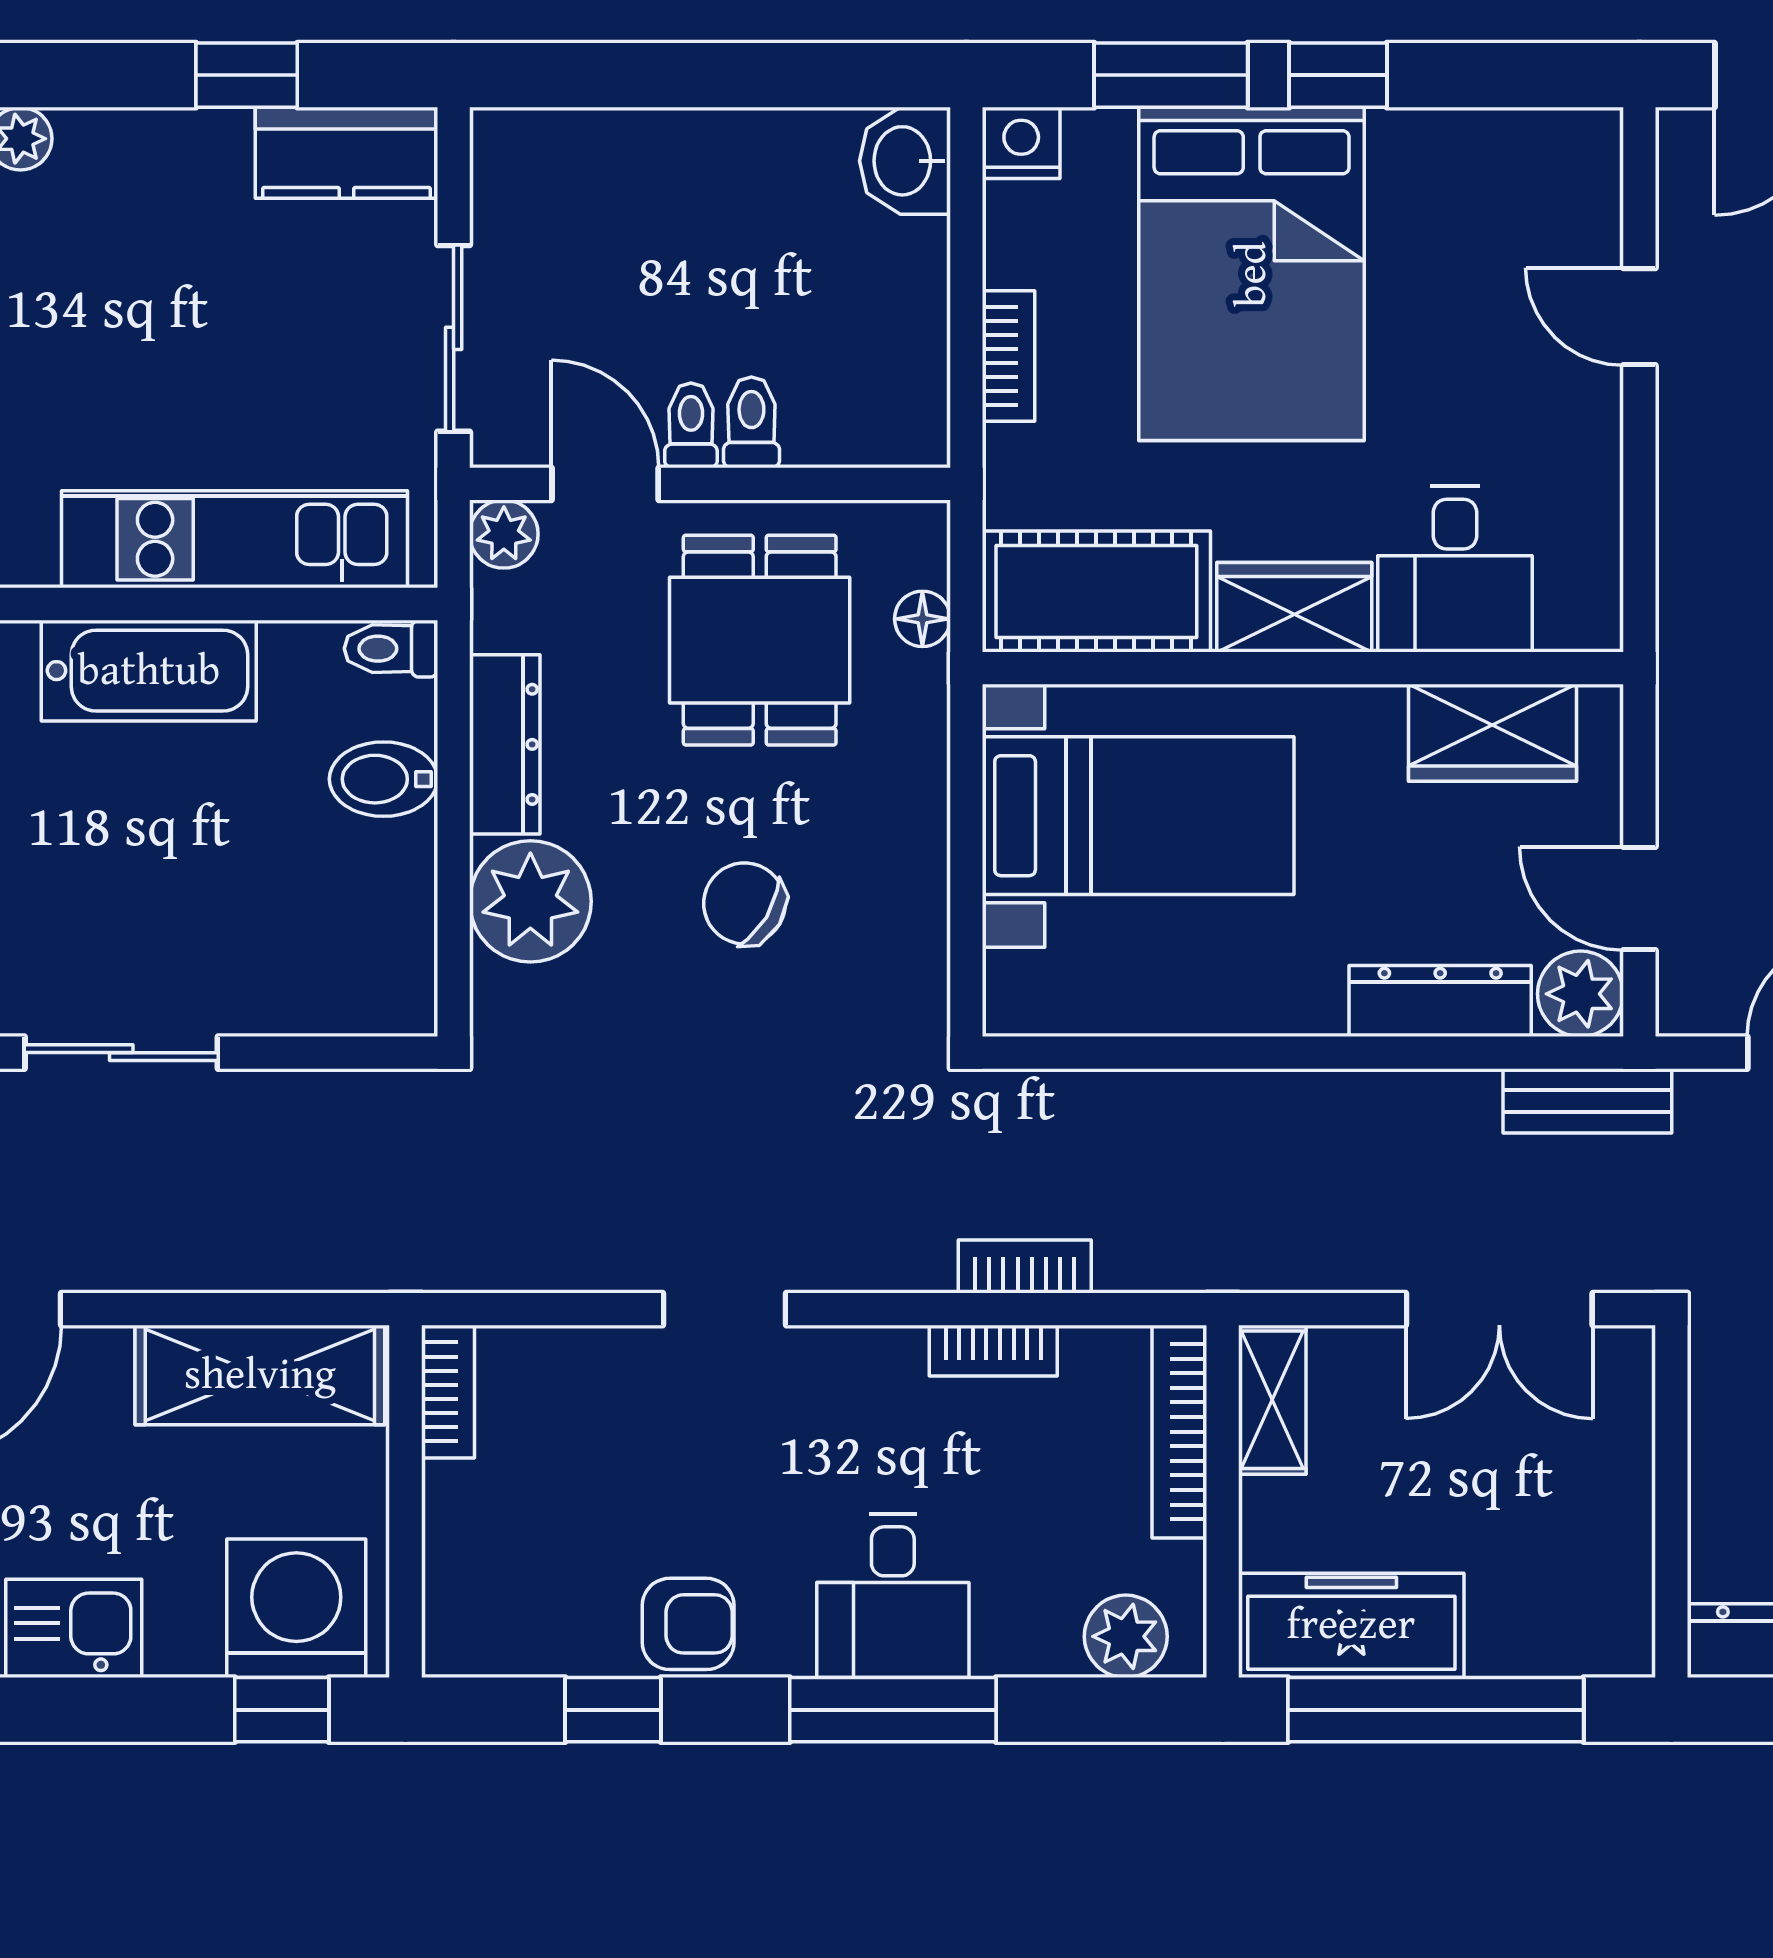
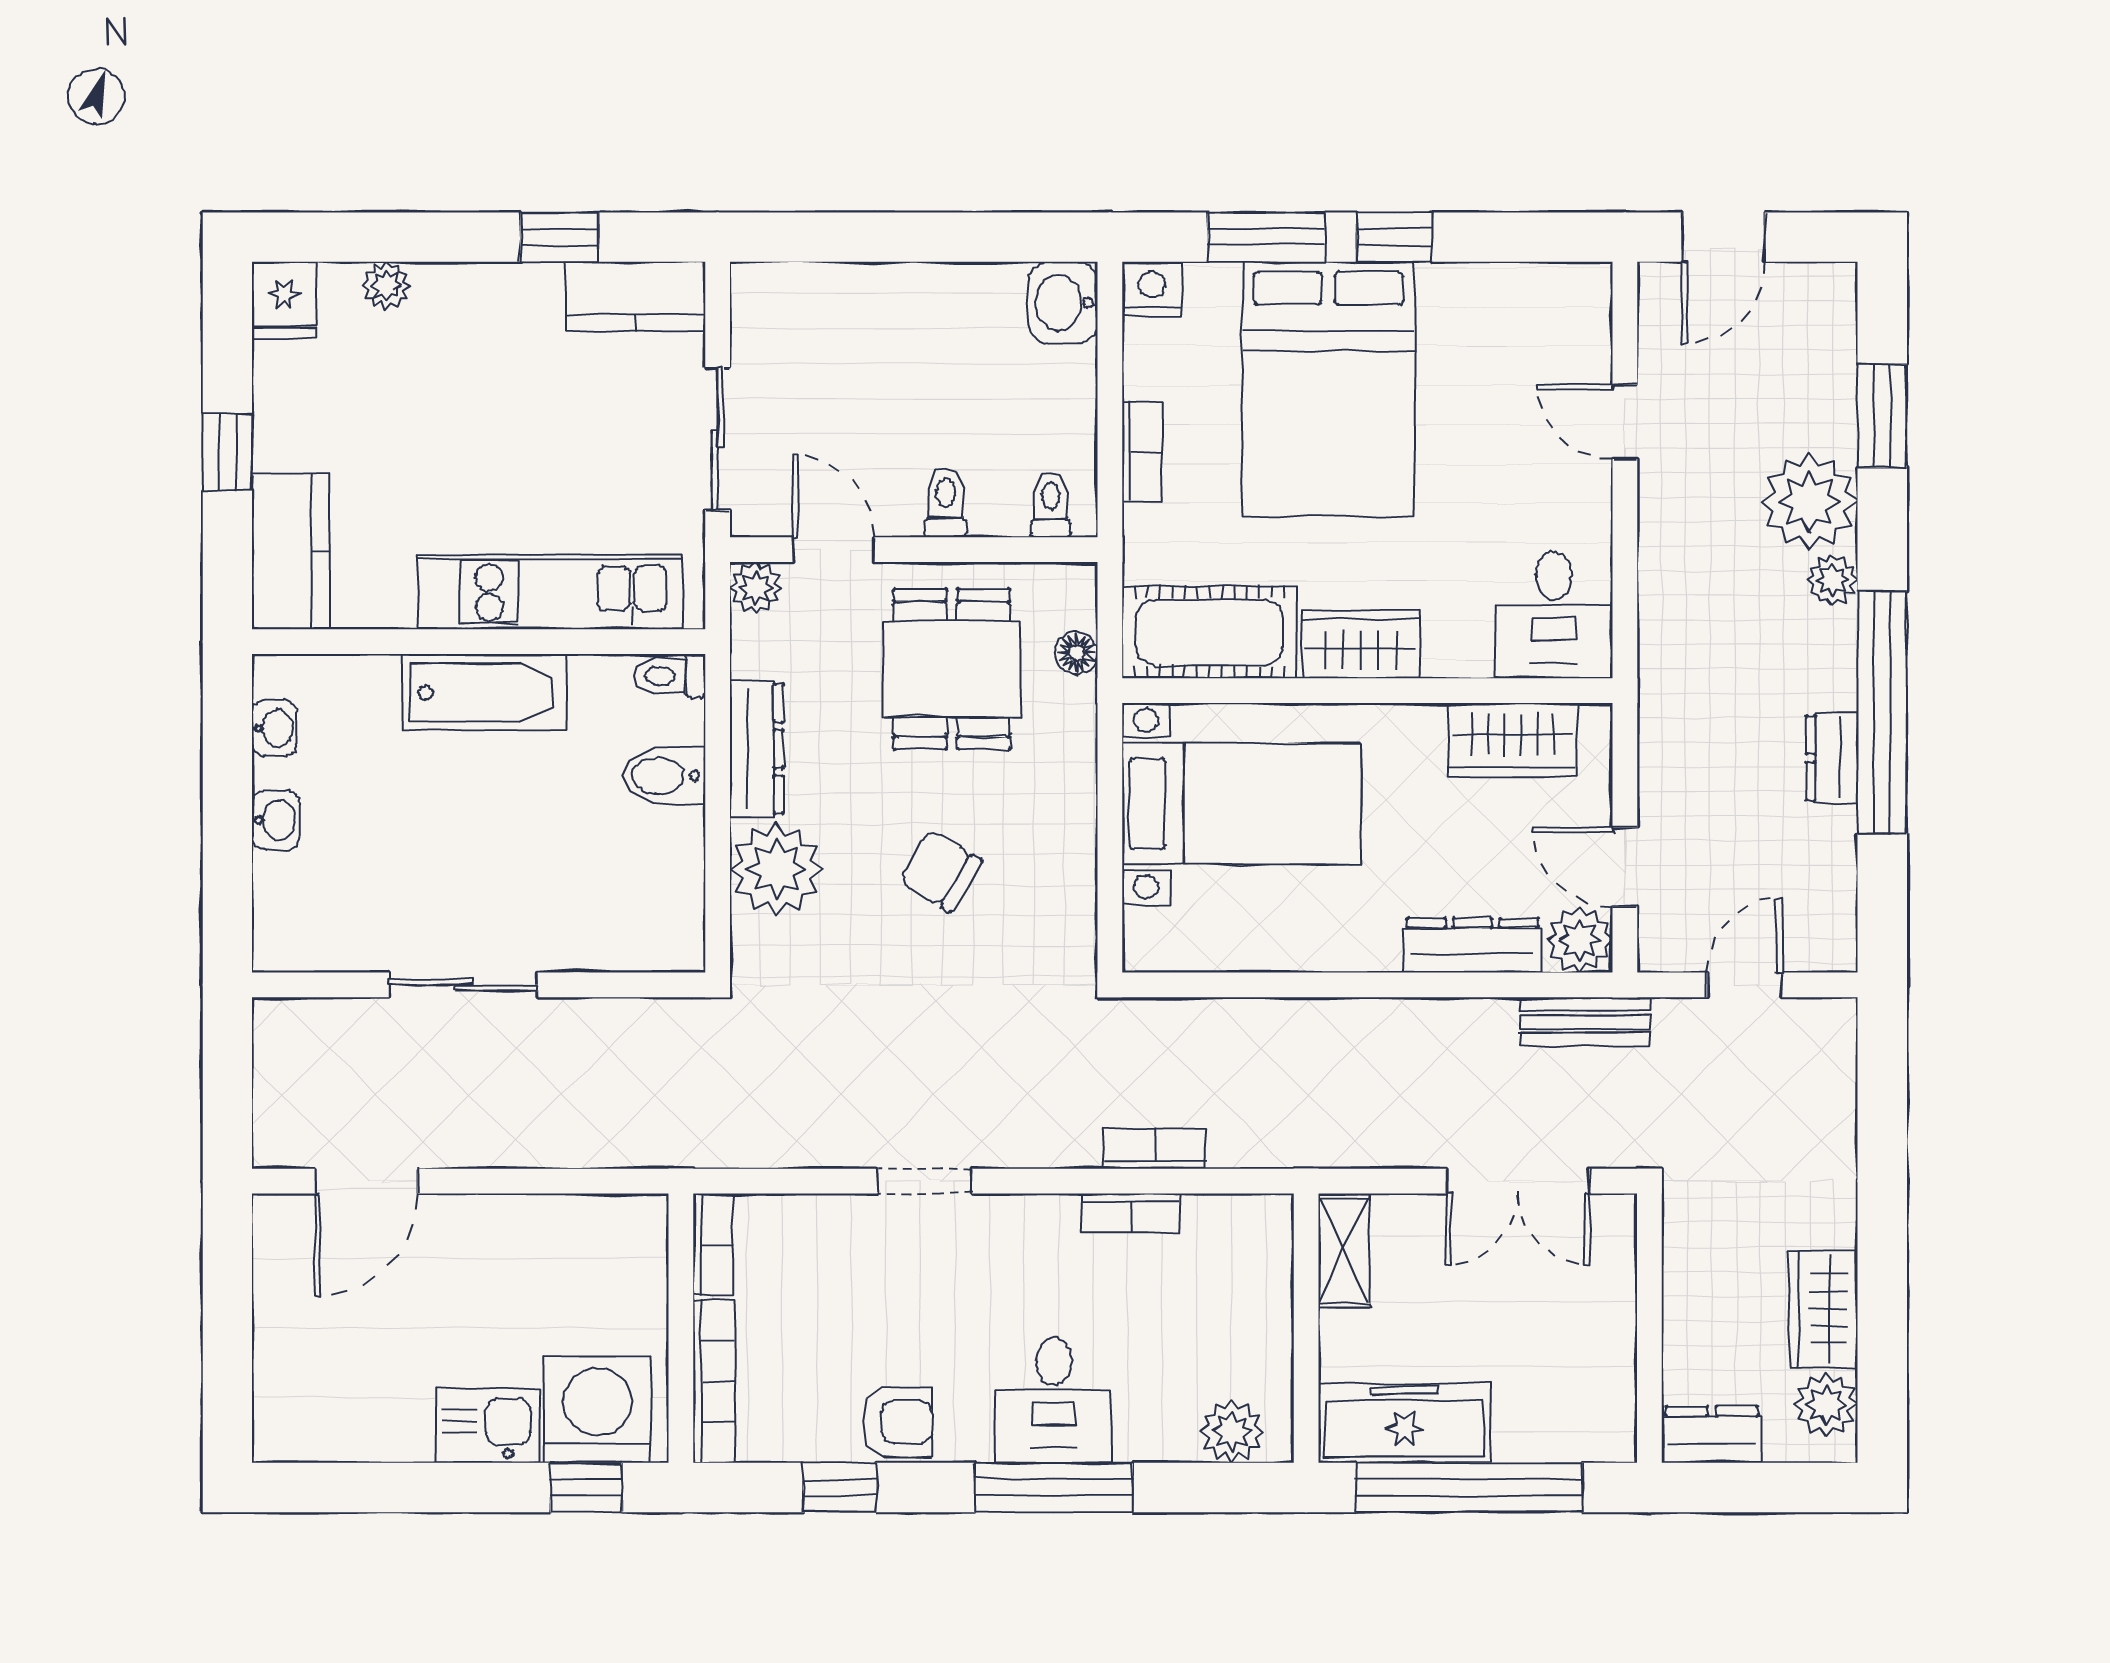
toilet: (691, 425) -> (1051, 505), moved
desk: (1455, 569) -> (1554, 615), moved
shelving: (260, 1375) -> (570, 1231), removed
bookcase: (1179, 1432) -> (714, 1381), moved, turned 180
kitchen sink: (74, 1628) -> (487, 1425), moved

